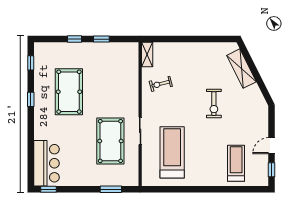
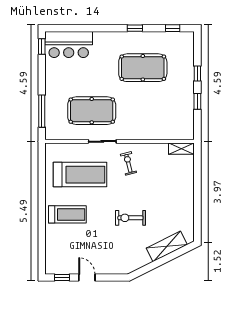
exercise bike: (161, 84) -> (128, 163), moved
treadmill: (236, 163) -> (67, 214), moved
window: (111, 189) -> (42, 111), width x1.44

